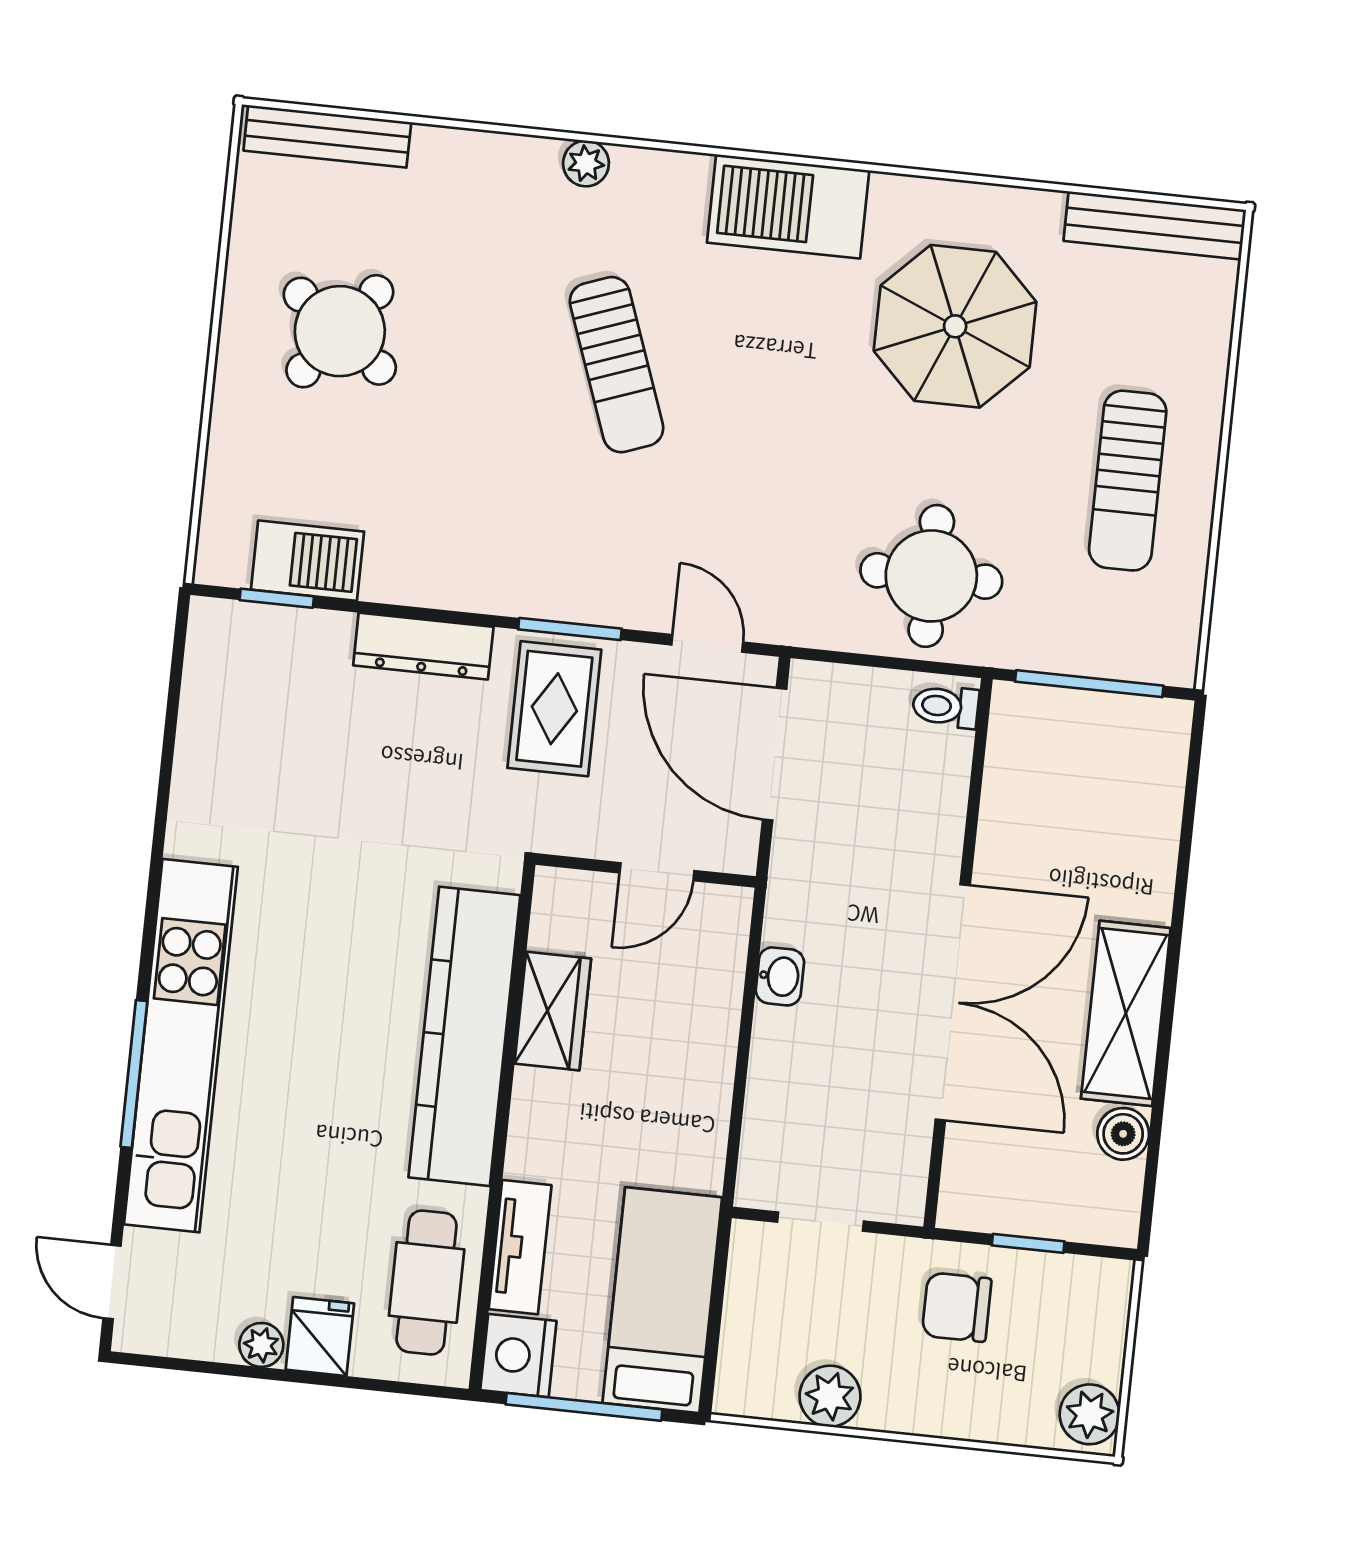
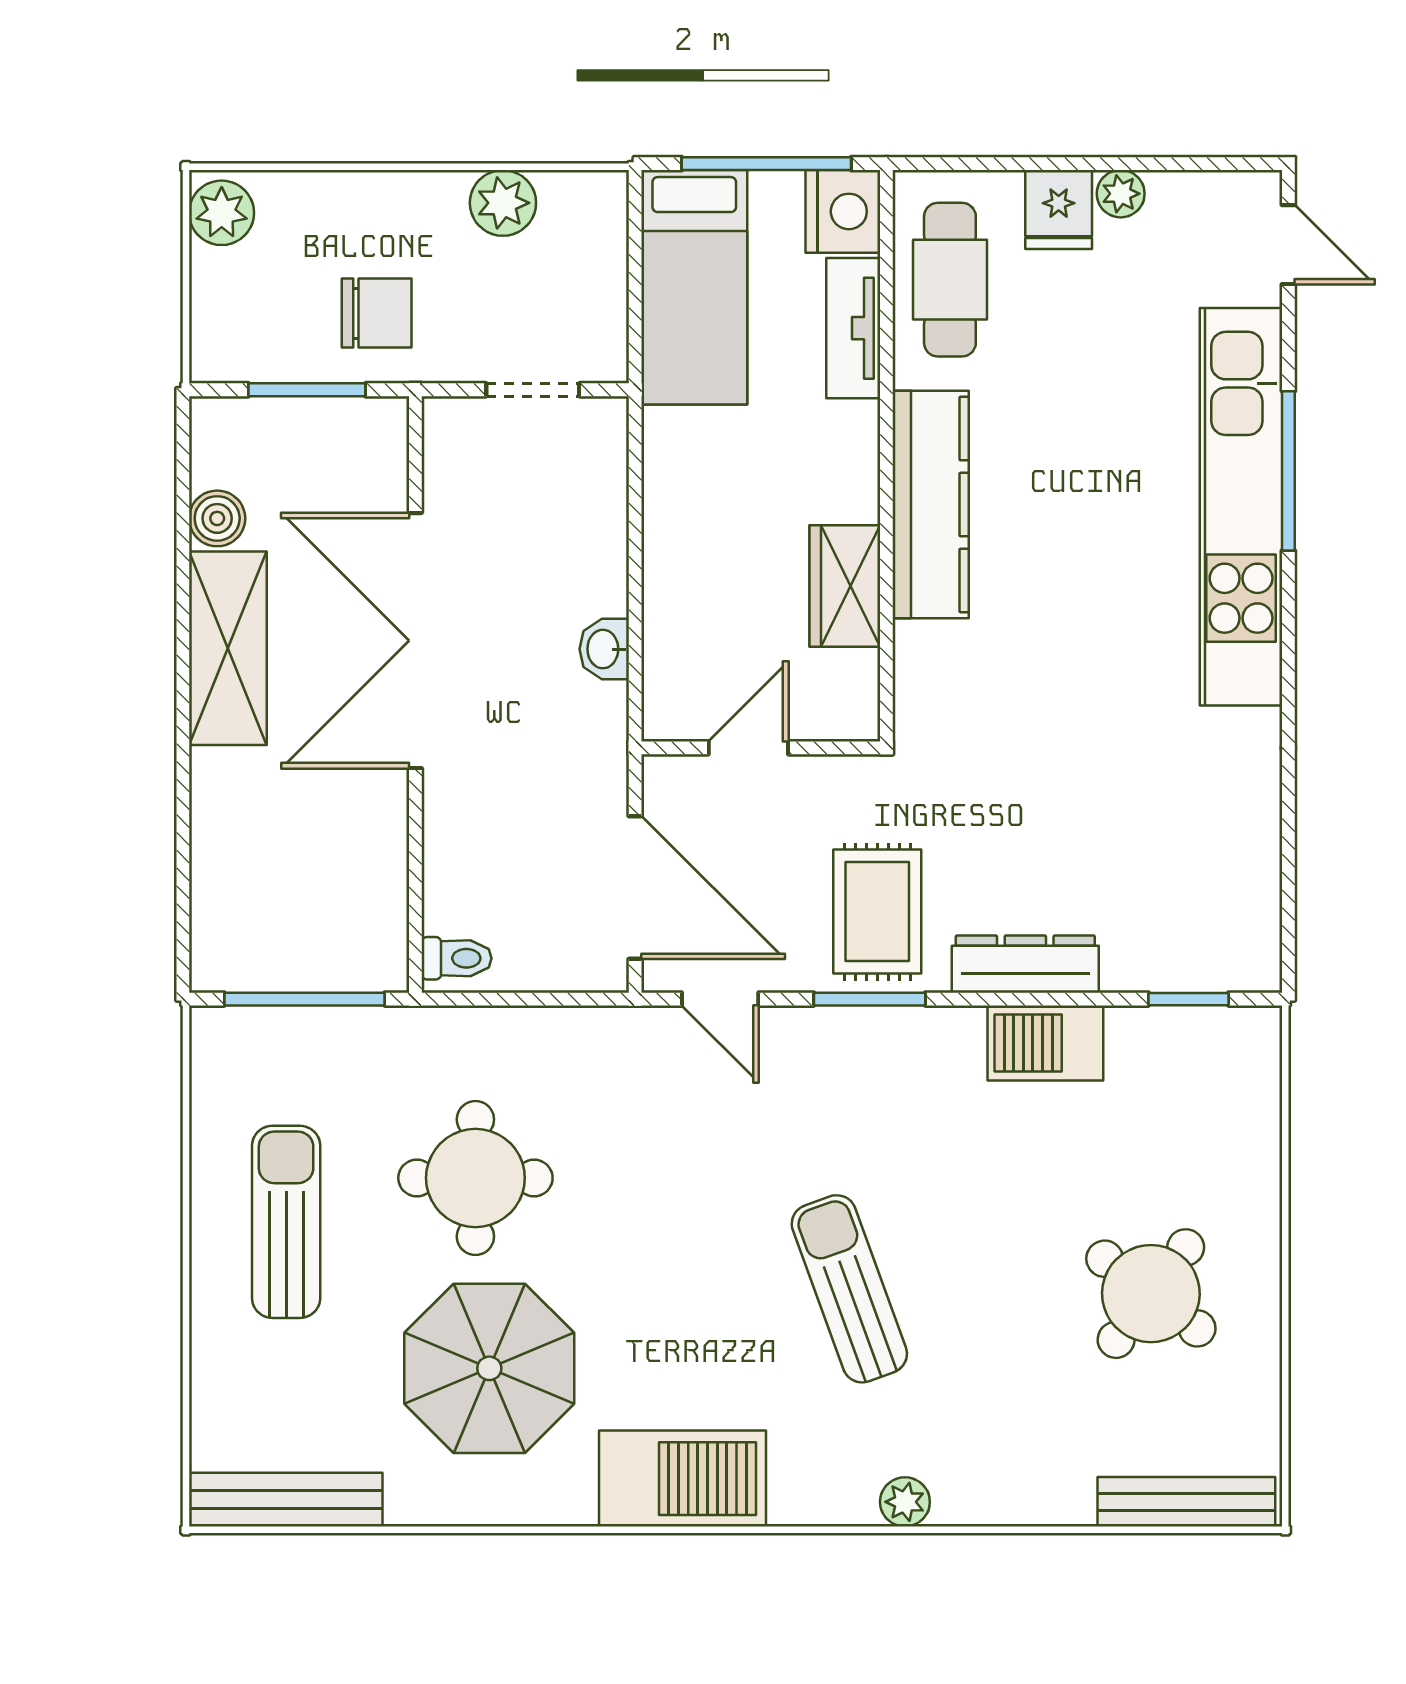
barbecue: (307, 561) -> (1045, 1043), moved
round table: (931, 576) -> (475, 1178), moved
kitchen counter: (464, 1036) -> (931, 505), width x0.72, depth x0.86
window: (1028, 1243) -> (307, 390), width x1.50

